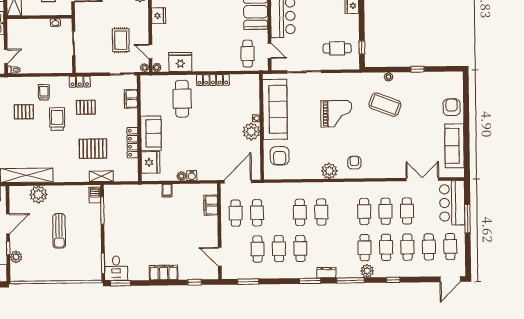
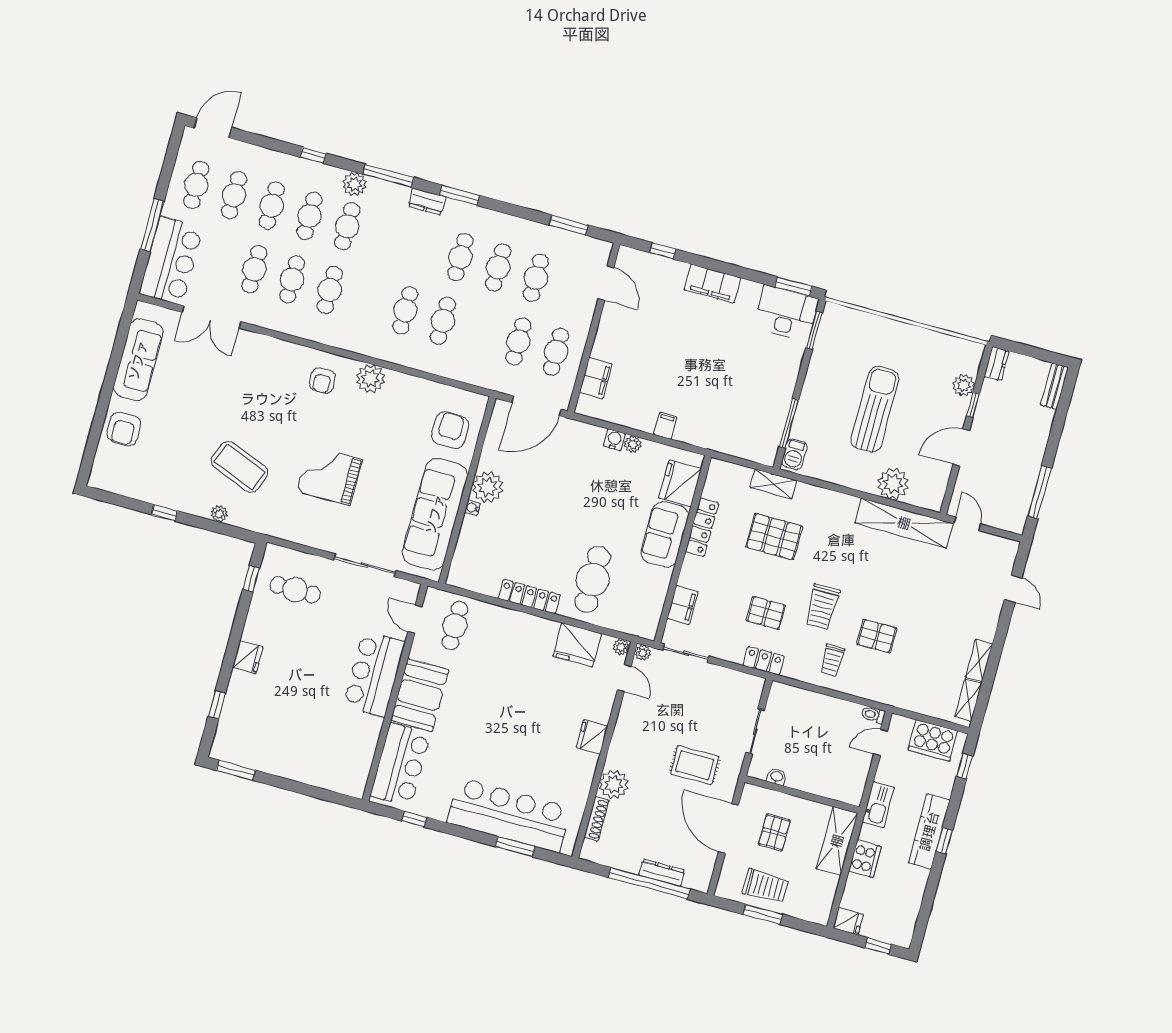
rug: (121, 40) -> (695, 765), moved, turned 90
sun lounger: (59, 231) -> (875, 409), width x1.36, depth x1.34
desk: (116, 268) -> (786, 313), width x1.37

